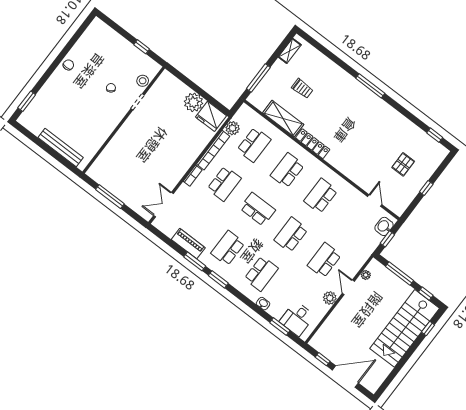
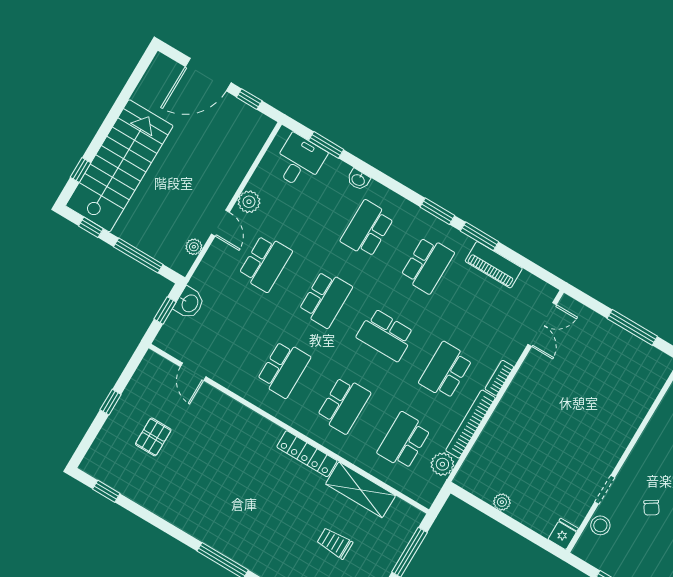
plant: (193, 102) -> (502, 502), width x0.53, depth x0.53
fridge: (211, 116) -> (563, 534), moved, width x0.53, depth x0.75
washbasin: (384, 226) -> (189, 303), moved

